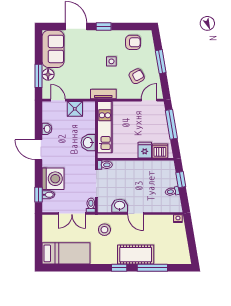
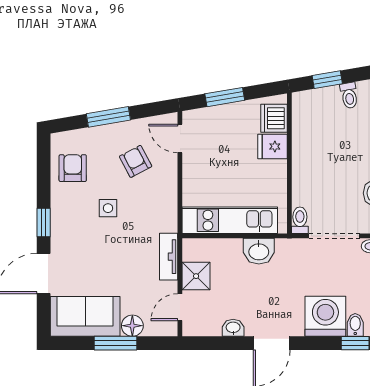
window: (39, 76) -> (115, 343), moved
tv unit: (103, 94) -> (169, 257), moved
window: (171, 124) -> (225, 97), width x0.69

